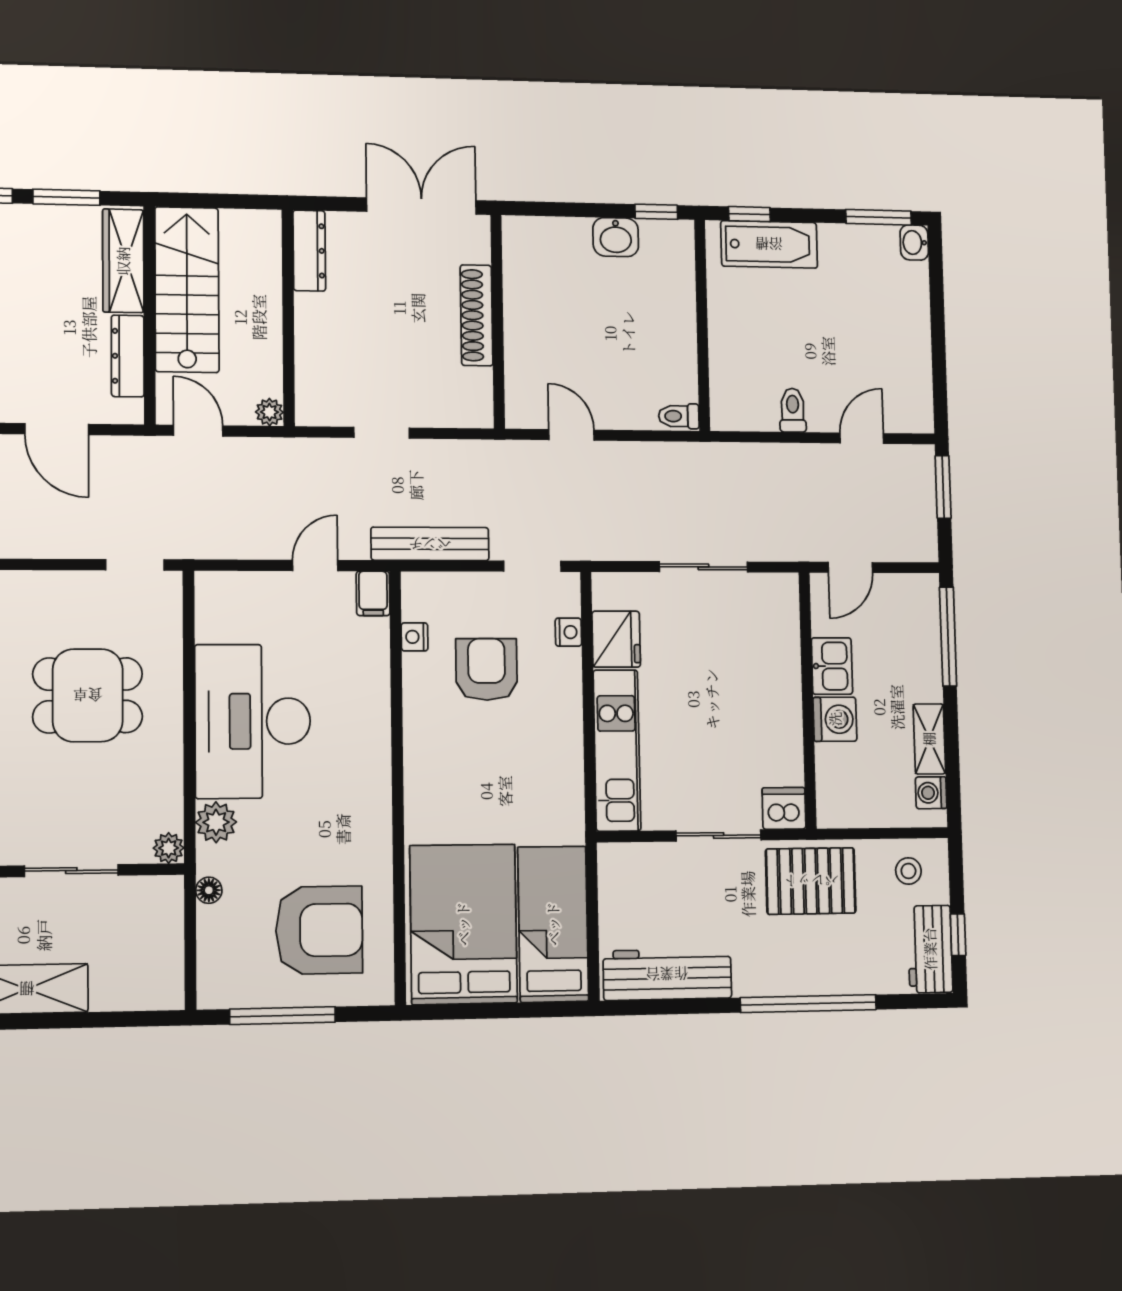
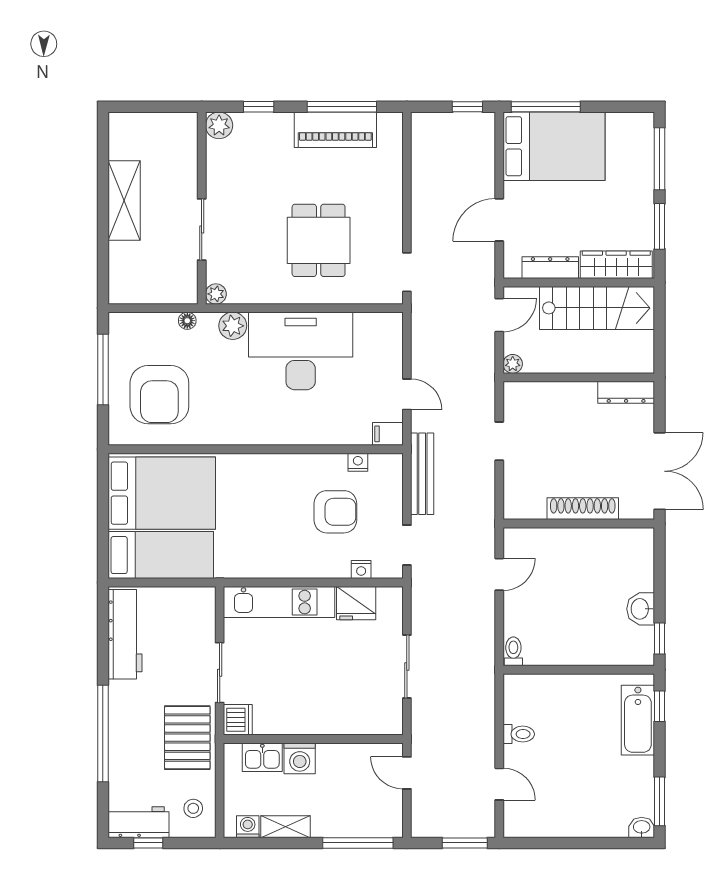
kitchen sink: (832, 666) -> (262, 757), moved

